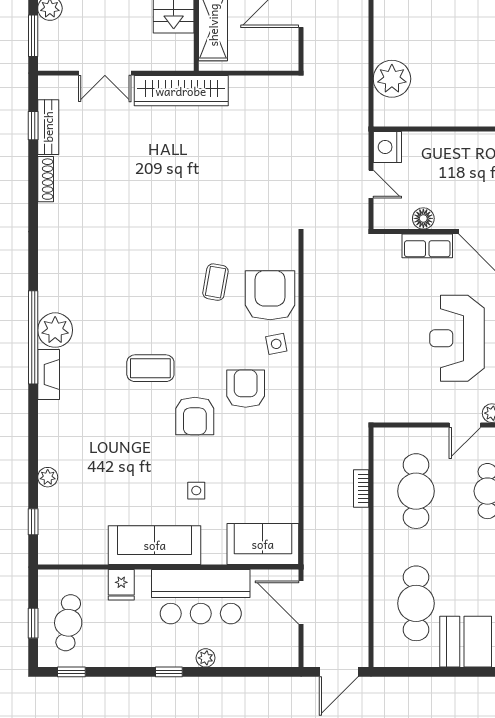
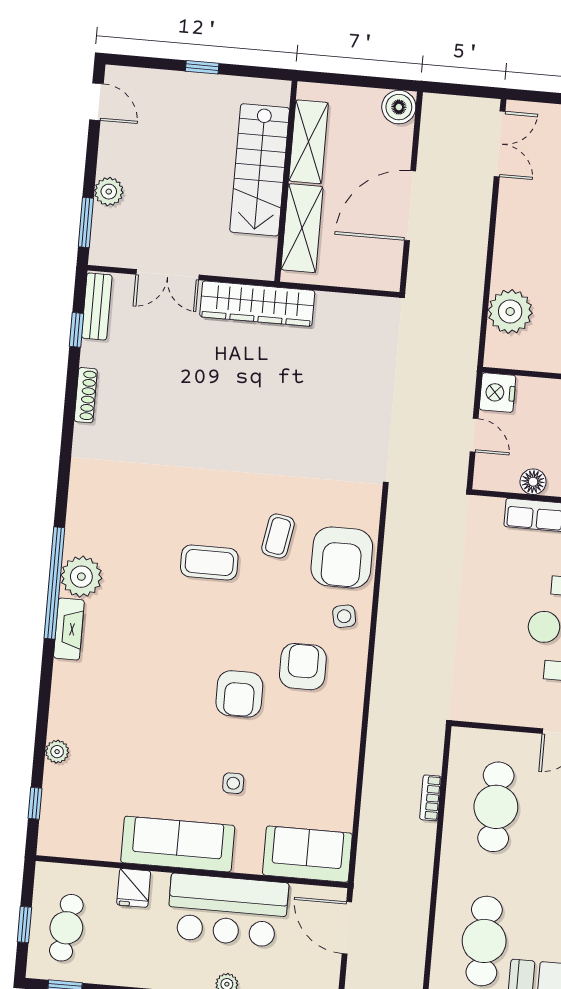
bench: (48, 127) -> (97, 306), moved
armchair: (270, 295) -> (342, 557), turned 180
coffee table: (150, 368) -> (209, 563), moved

